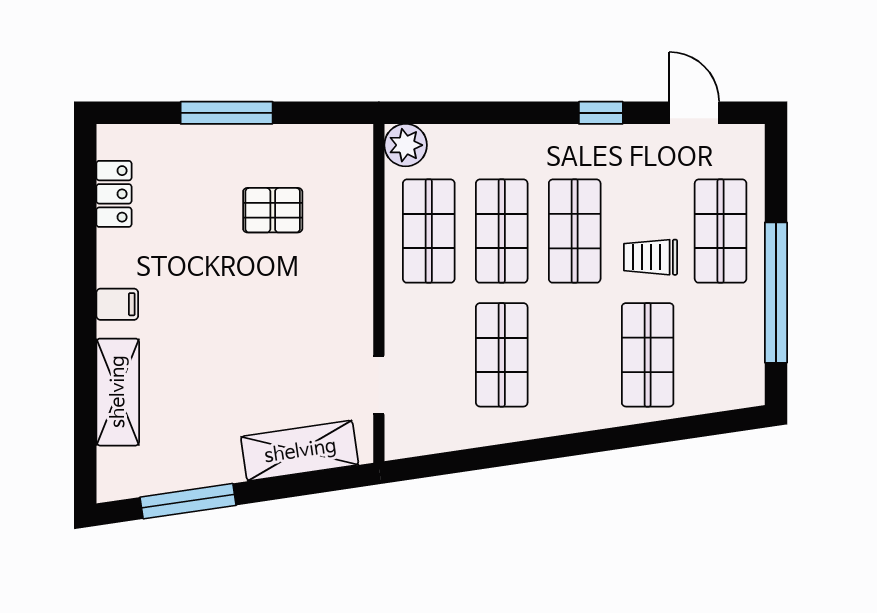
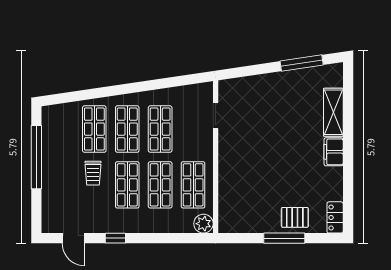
locker: (114, 194) -> (335, 217), moved
pallet: (273, 210) -> (295, 217), moved
shop shelf: (721, 231) -> (127, 129), moved
trolley: (650, 257) -> (93, 173), turned 90
filing cabinet: (117, 304) -> (334, 152), width x2.00
shelving: (300, 451) -> (251, 86), removed

